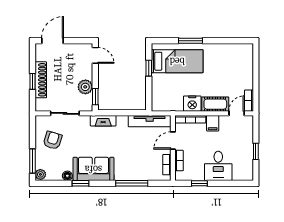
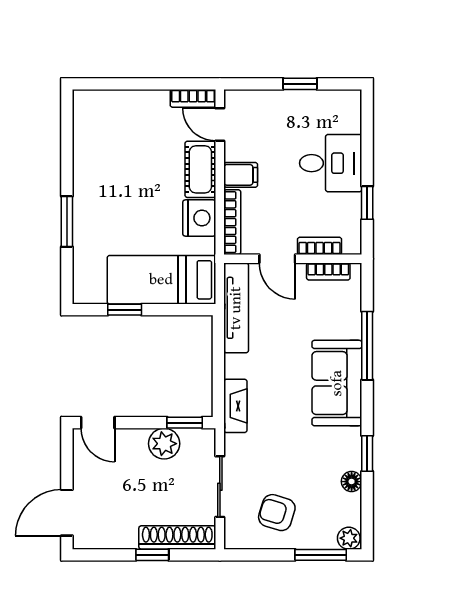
door: (53, 41) -> (67, 513), hinge flipped
door: (95, 55) -> (98, 423), swing flipped
bed: (177, 61) -> (161, 280), moved, turned -90
shoe rack: (41, 80) -> (177, 538), moved
sofa: (93, 169) -> (337, 383), moved

